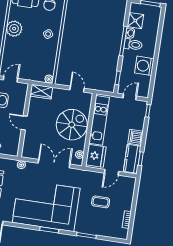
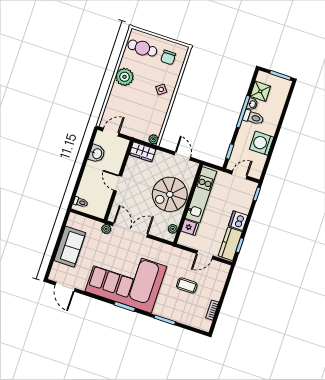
spiral stairs: (72, 125) -> (170, 194), turned 180
fridge: (96, 156) -> (190, 227), width x0.53, depth x0.75
double door: (54, 164) -> (130, 230), moved

